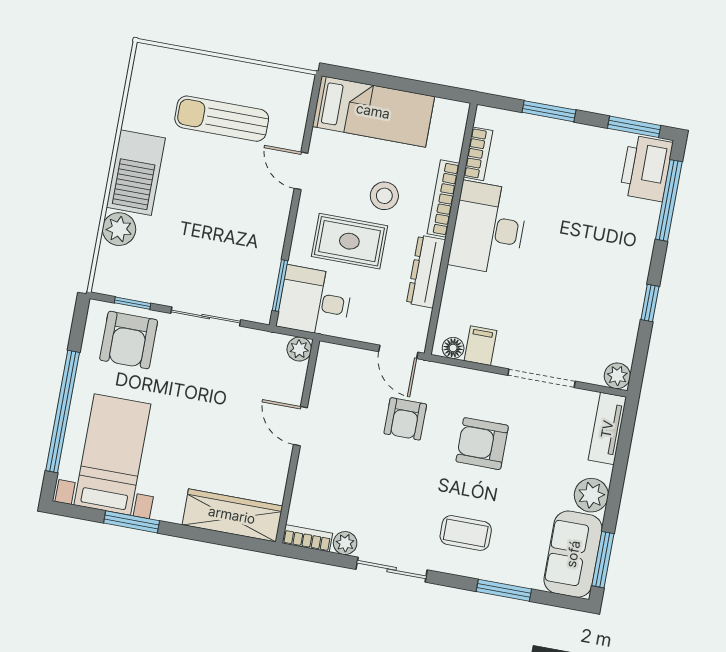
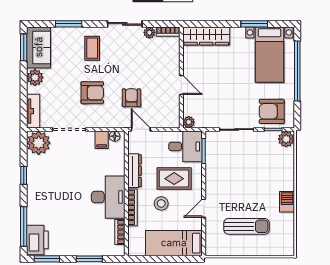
door: (301, 171) -> (204, 208), swing flipped
barbecue: (136, 173) -> (287, 202), width x0.53, depth x0.65
plant: (119, 229) -> (286, 139), moved
armchair: (129, 340) -> (272, 111), turned -90
plant: (617, 376) -> (39, 143), width x1.87, depth x1.87
coffee table: (466, 533) -> (92, 48), turned 90

